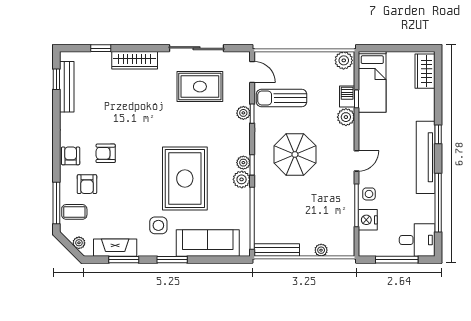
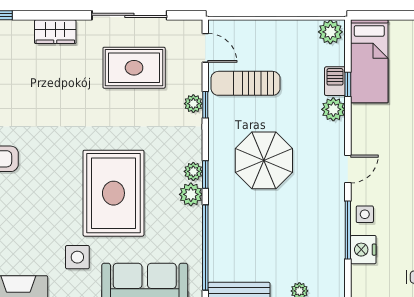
wardrobe: (135, 60) -> (55, 32), width x0.67

